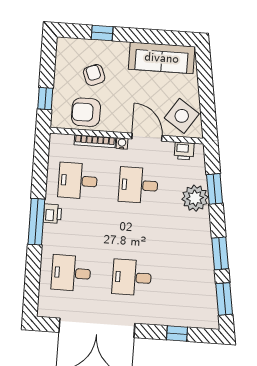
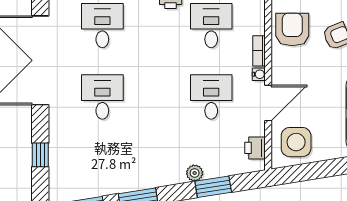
side table: (182, 116) -> (296, 142), turned -34
bookcase: (95, 141) -> (259, 51), width x0.64
plant: (195, 198) -> (195, 173), width x0.53, depth x0.53

